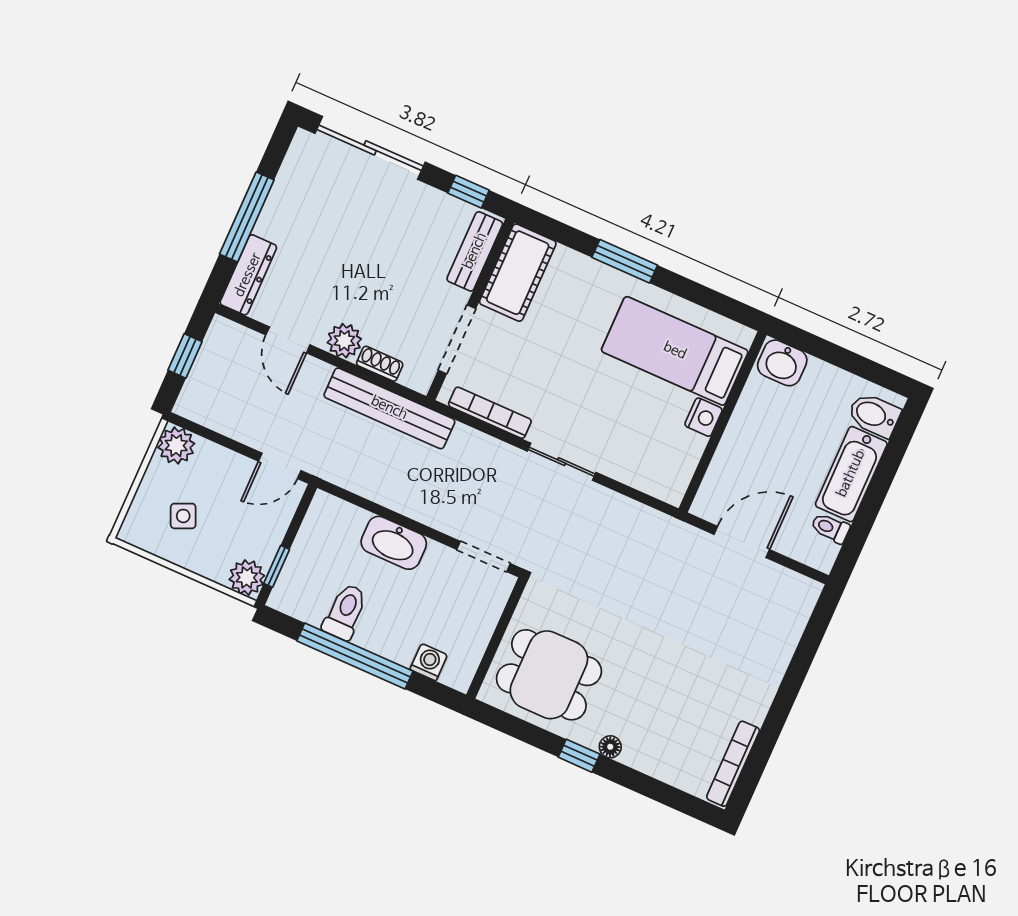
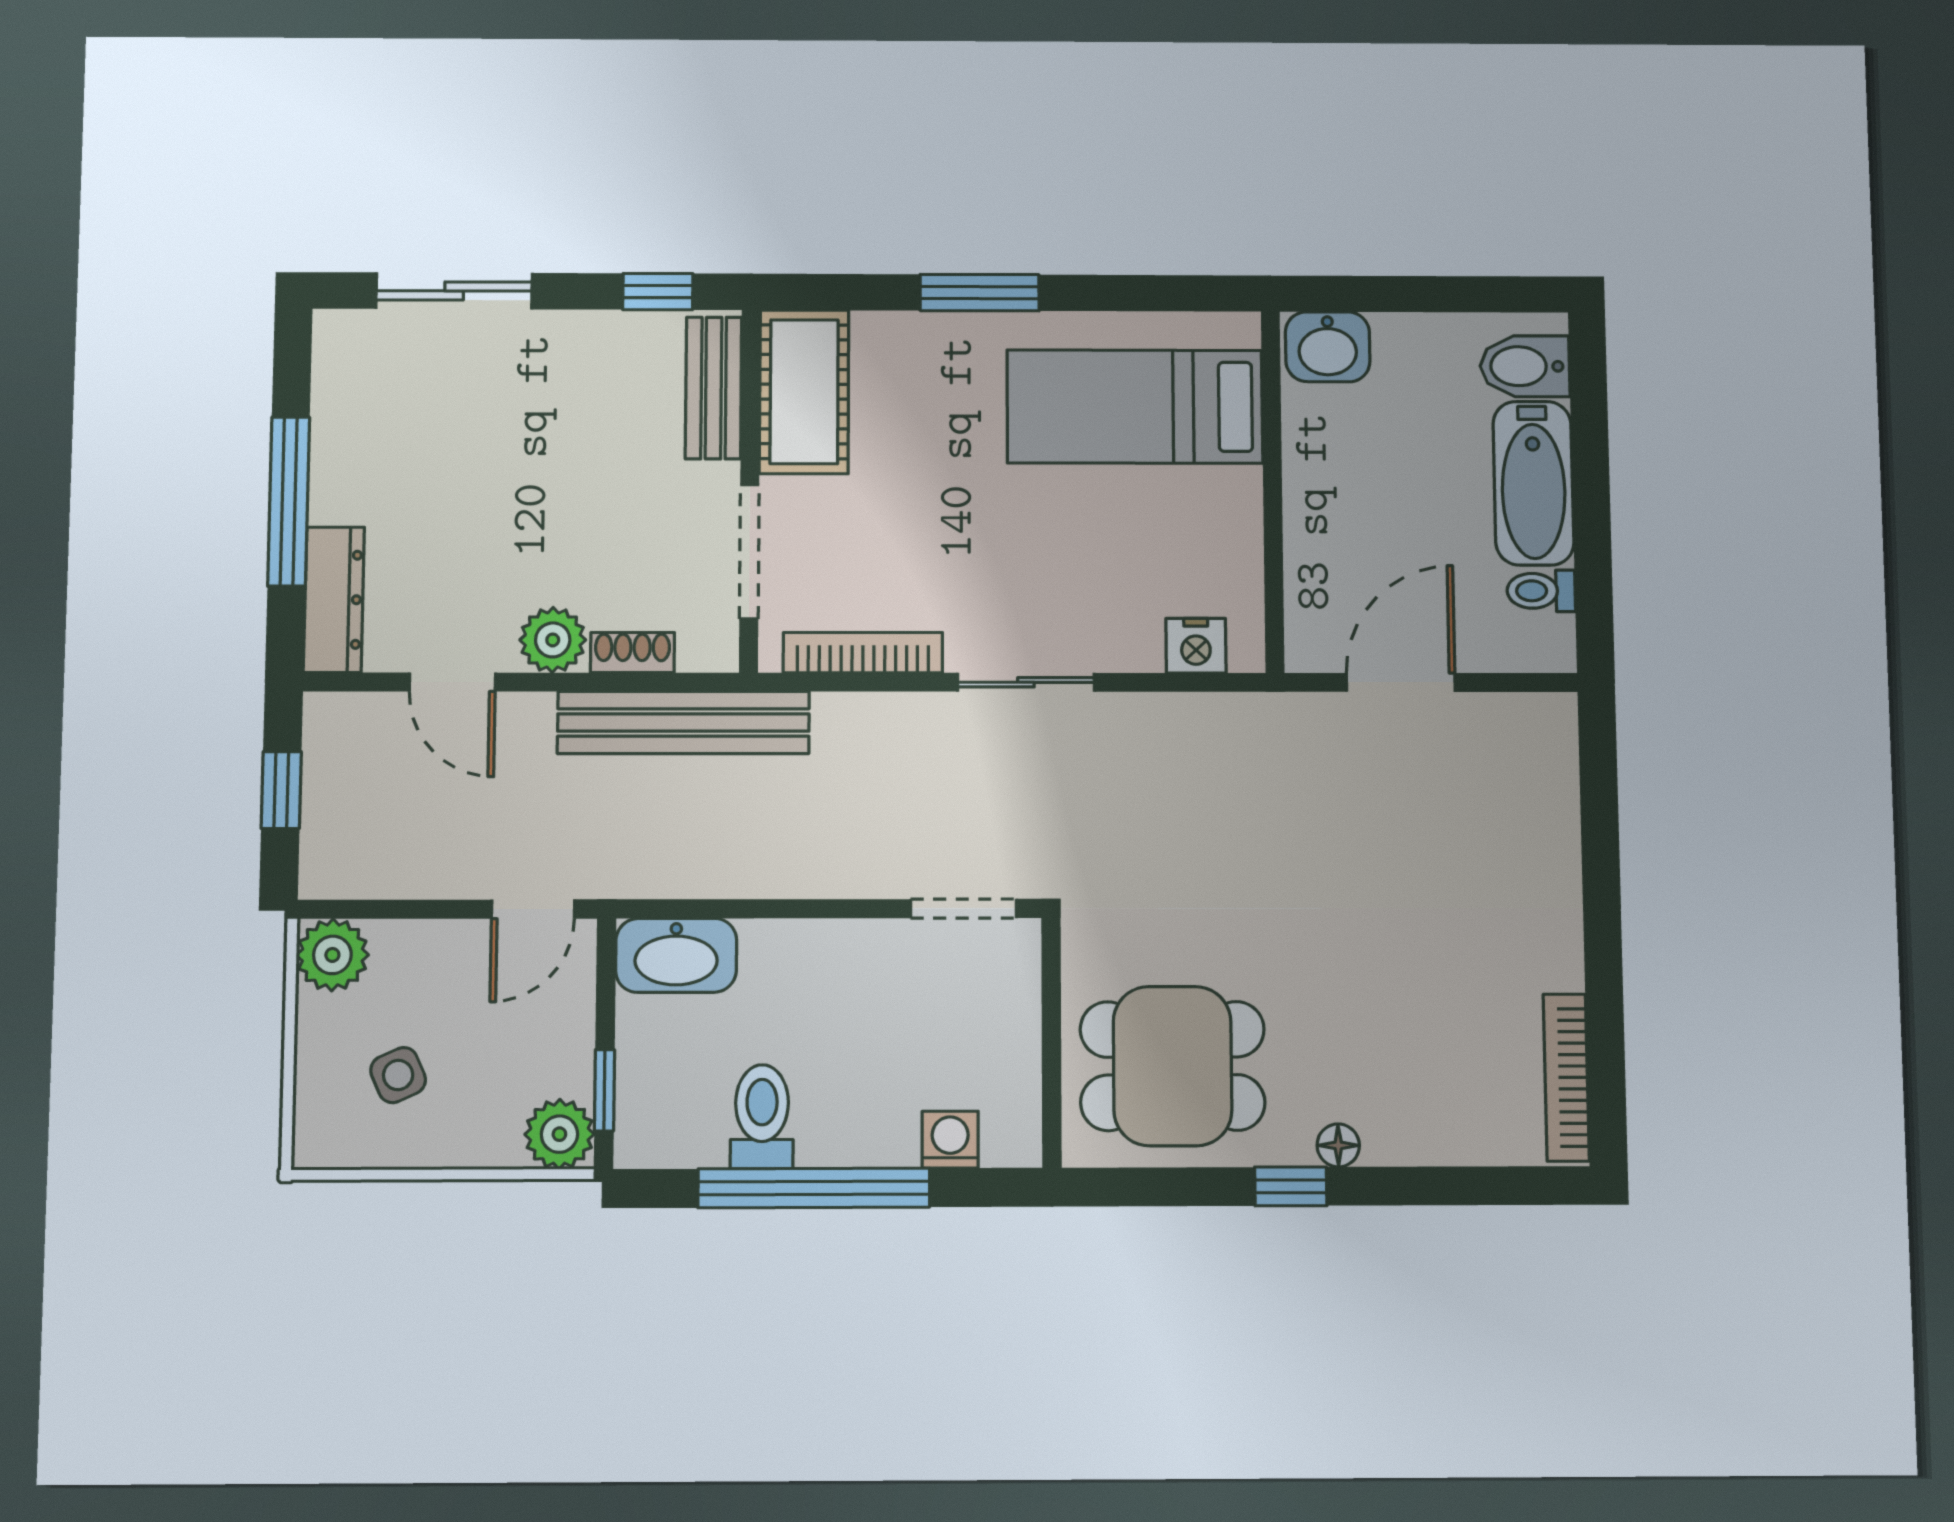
sliding door: (370, 148) -> (454, 291), width x0.73
nightstand: (704, 417) -> (1196, 646), moved, turned 90
washbasin: (394, 543) -> (676, 955), moved

